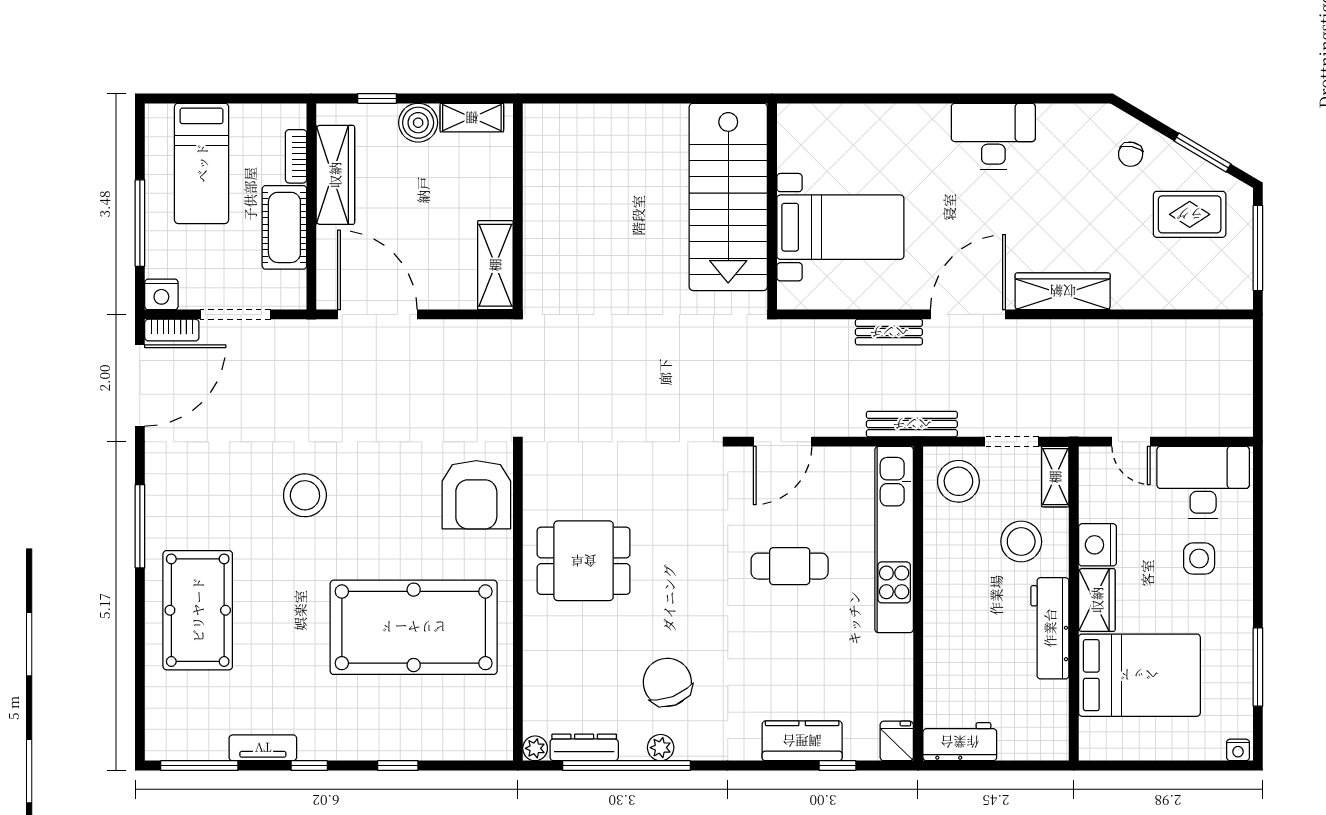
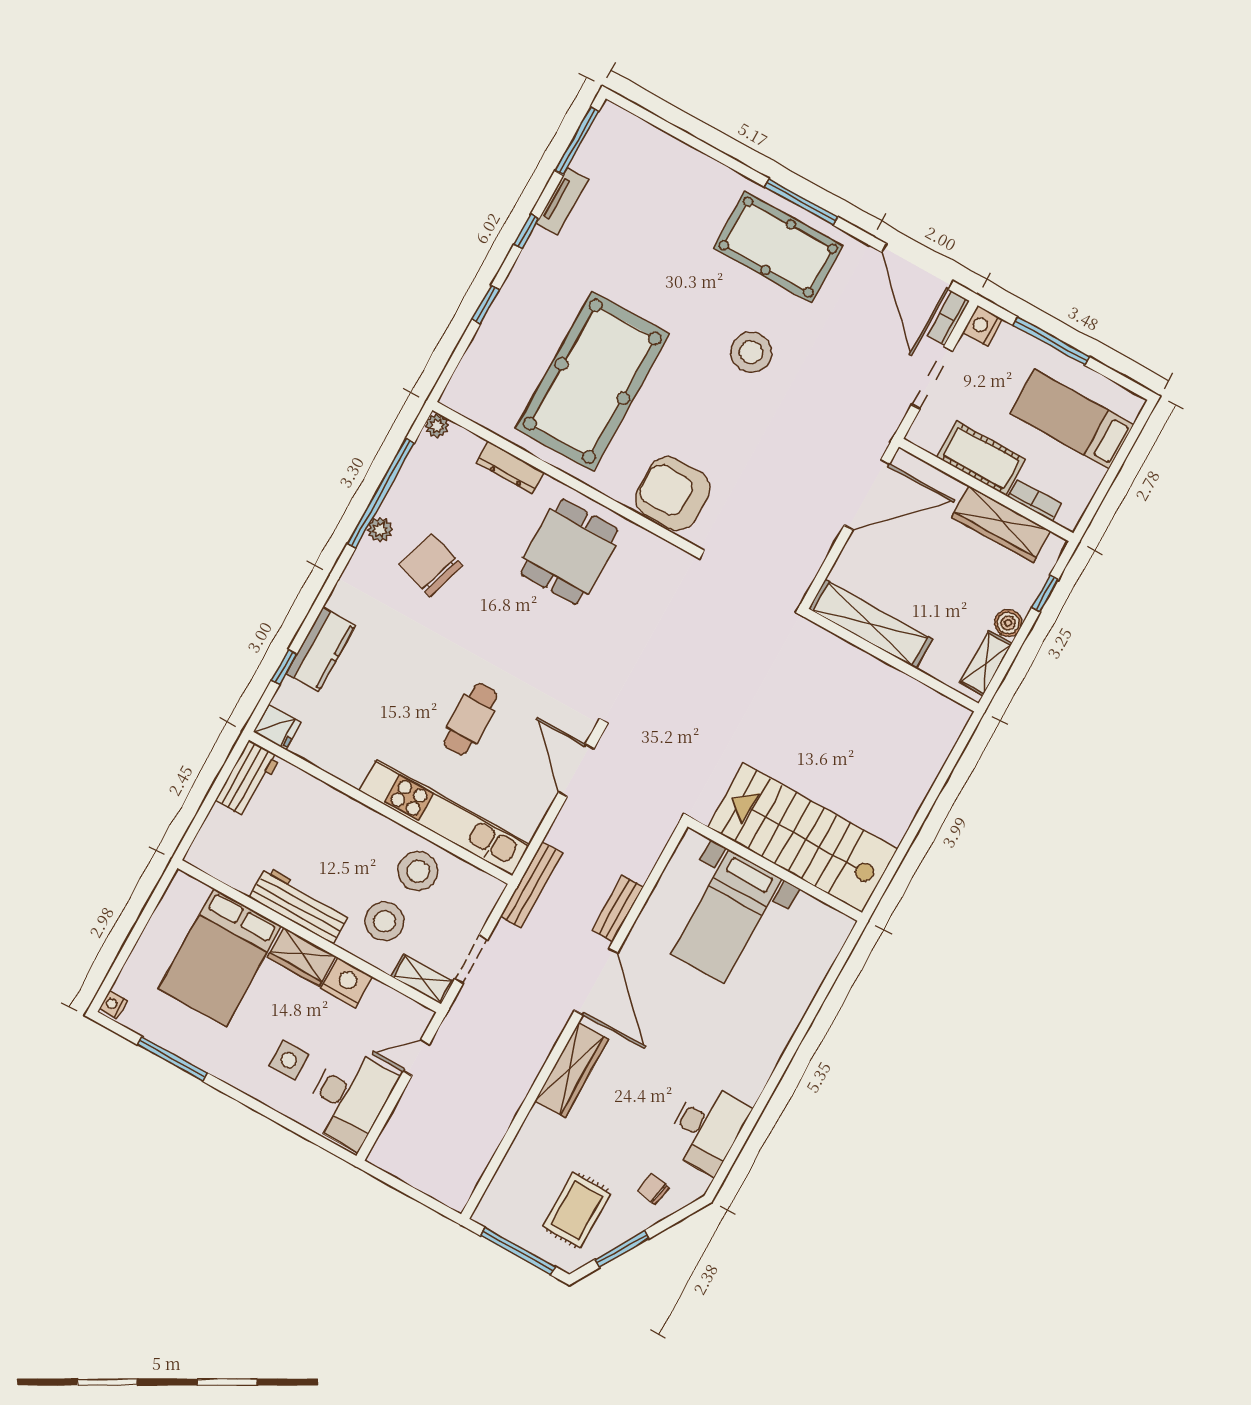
boiler: (418, 123) -> (1008, 623), width x0.73, depth x0.73
desk: (993, 136) -> (707, 1128), moved
shelving: (495, 265) -> (870, 624), width x1.47
stool: (958, 481) -> (418, 871), moved
pool table: (198, 610) -> (778, 247), moved
chair: (667, 682) -> (431, 565), turned -142
dresser: (584, 747) -> (510, 468), moved, turned 90

